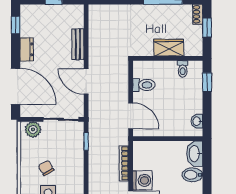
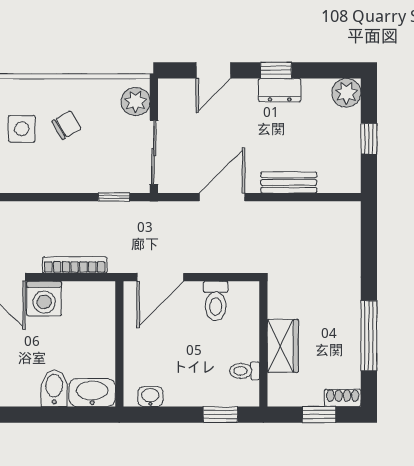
plant: (28, 12) -> (346, 93), added
window: (16, 25) -> (276, 70), moved
door: (16, 86) -> (213, 70), width x0.53

